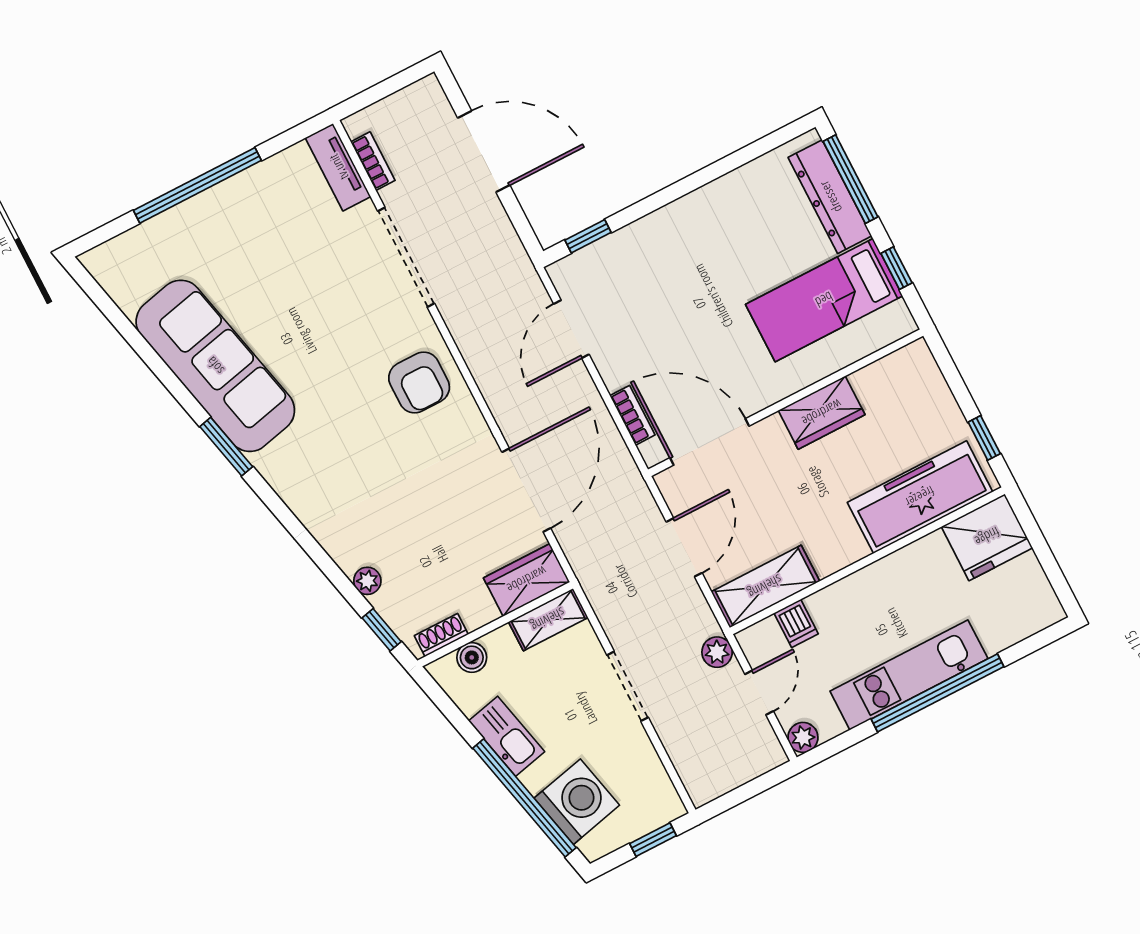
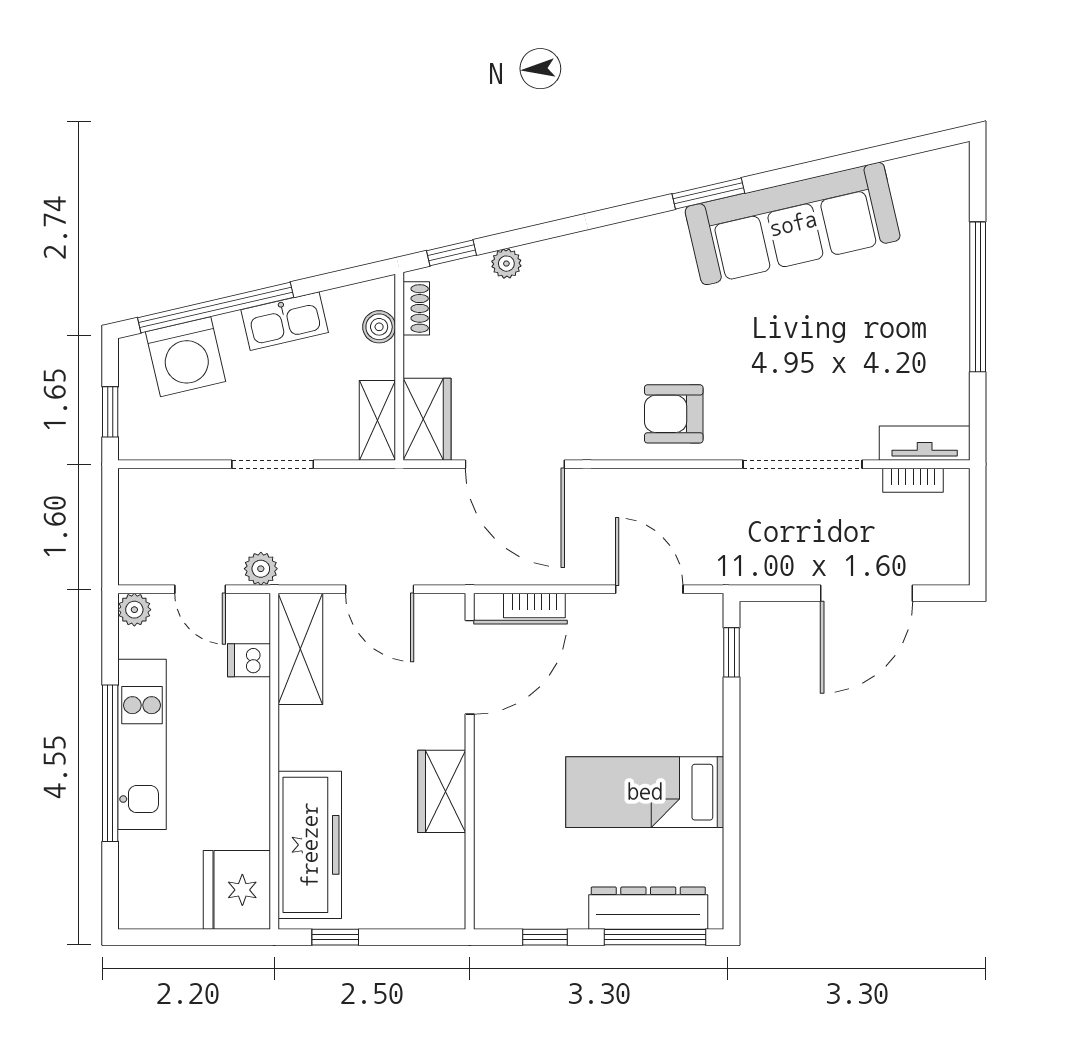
bed: (824, 300) -> (645, 792), moved, turned -90

